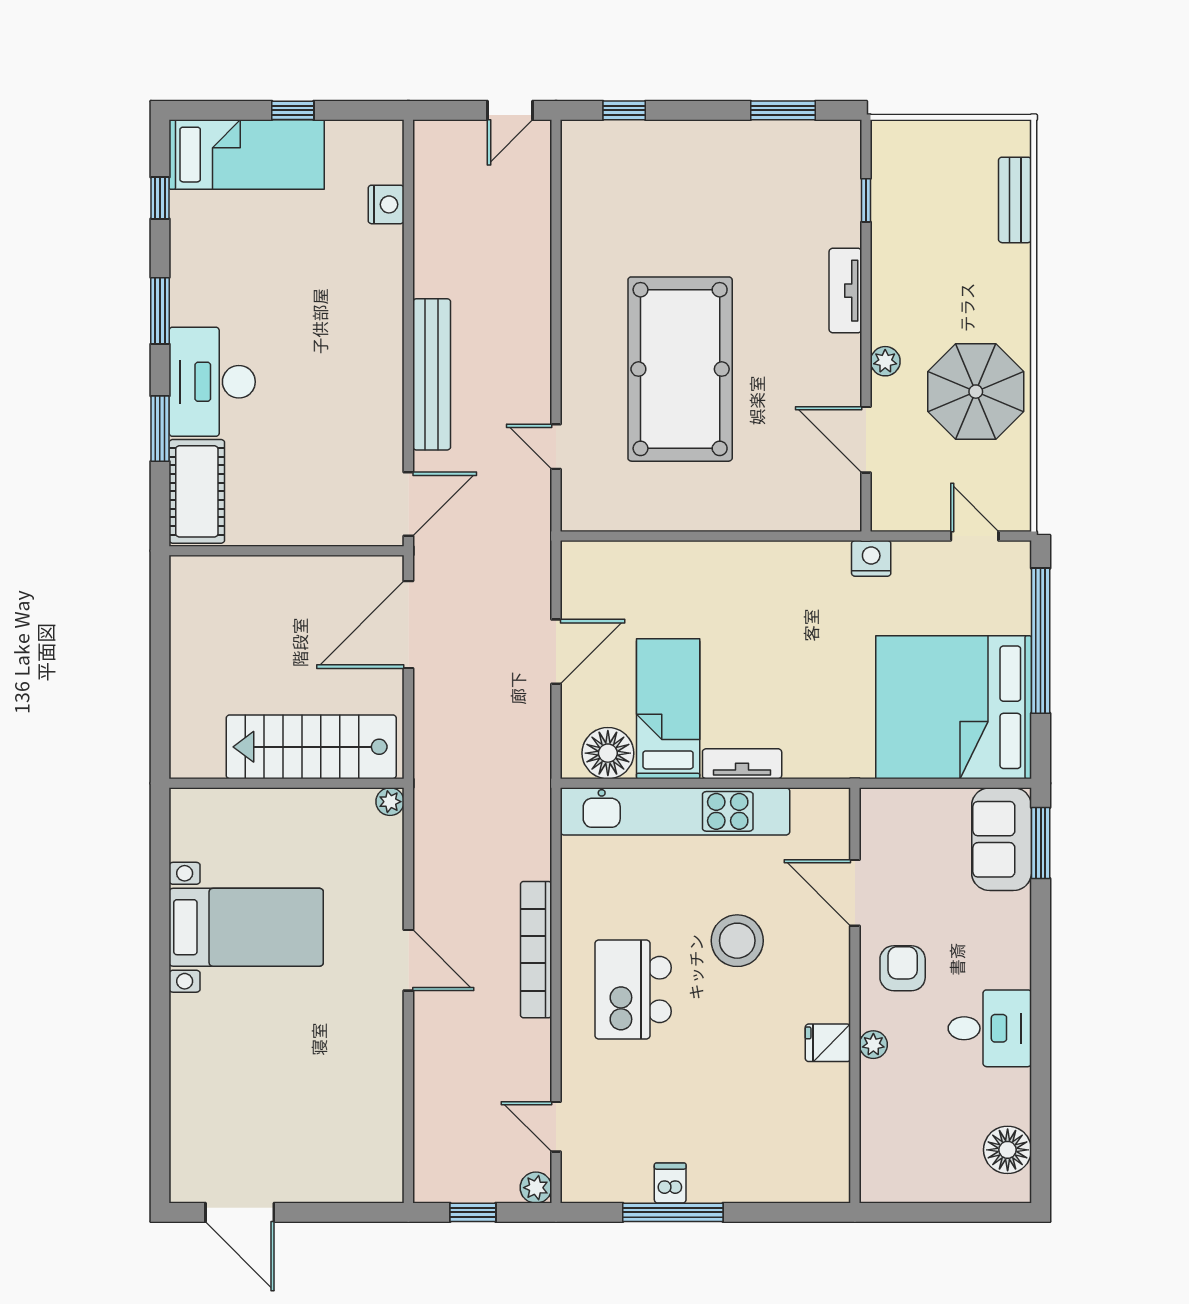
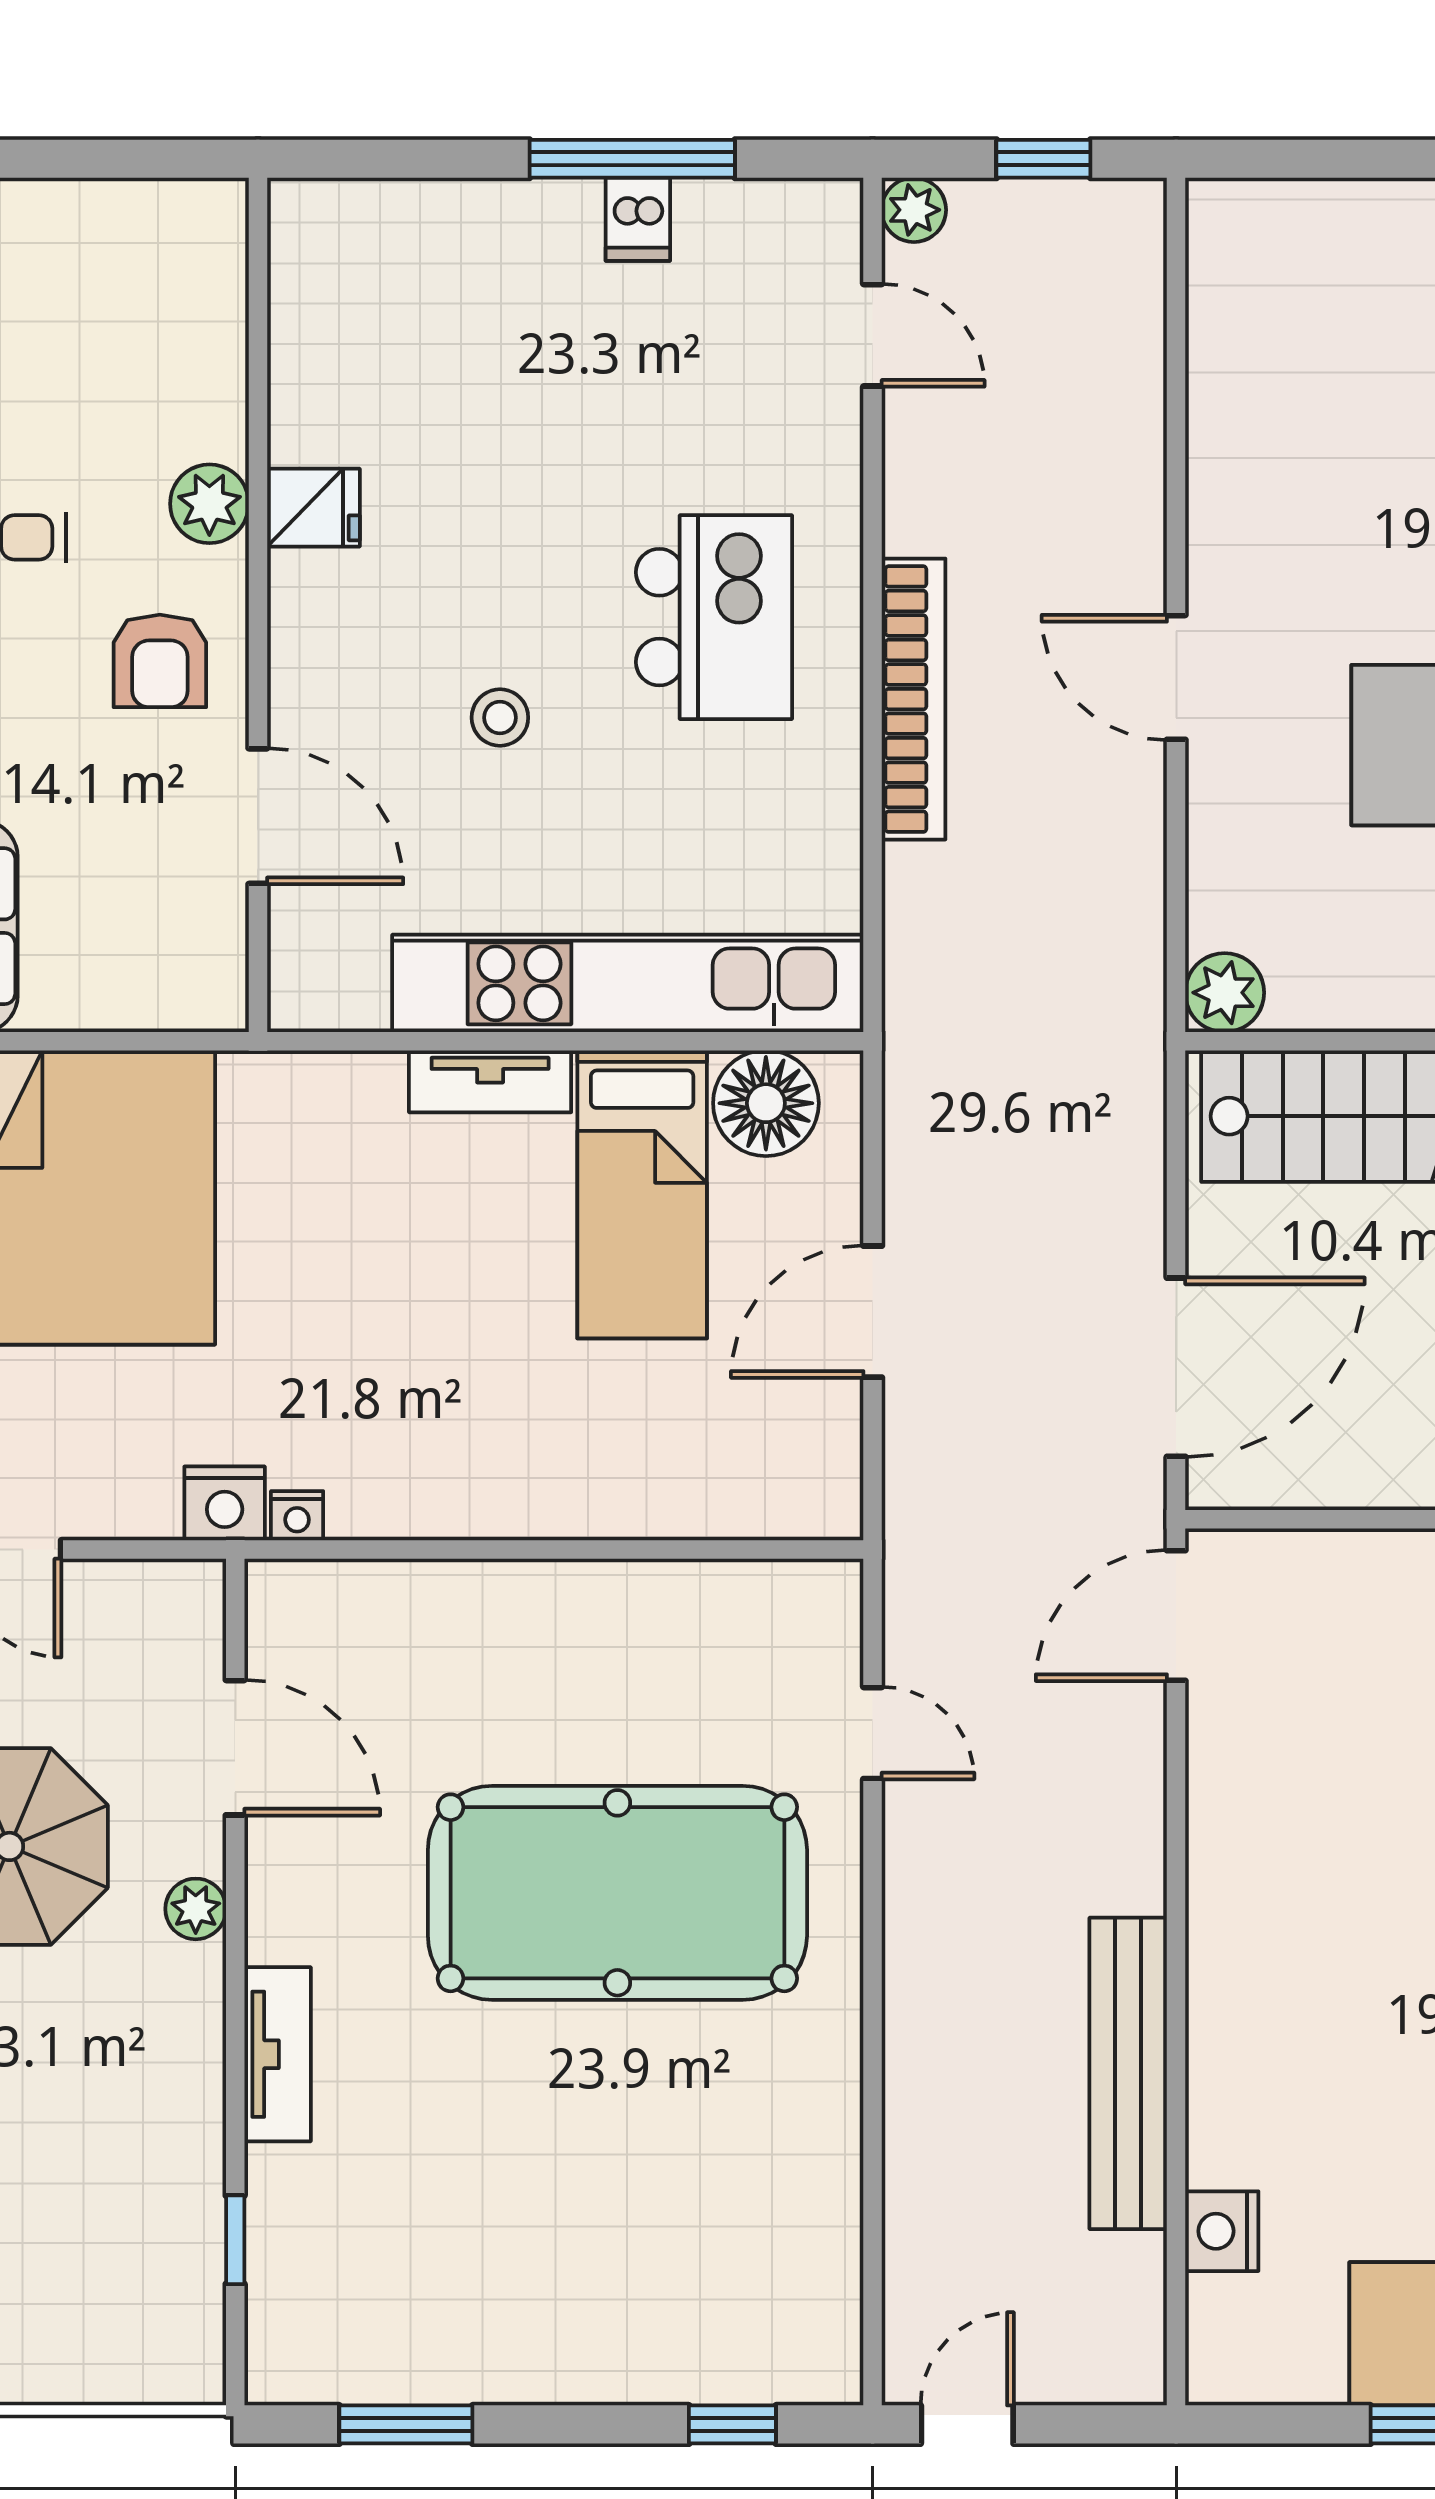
pool table: (680, 369) -> (617, 1893), turned 90
bench: (432, 374) -> (1128, 2073), moved
nightstand: (836, 552) -> (297, 1516), added
plant: (390, 802) -> (1225, 993), width x1.38, depth x1.38
stool: (737, 941) -> (500, 718), width x0.53, depth x0.53
plant: (873, 1045) -> (209, 504), width x1.38, depth x1.38

